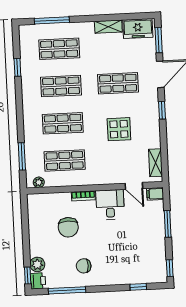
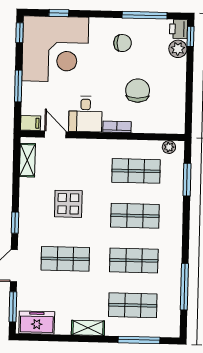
shelving: (108, 27) -> (88, 328), moved
window: (17, 67) -> (184, 287), width x2.17
corner desk: (139, 257) -> (55, 49), added

